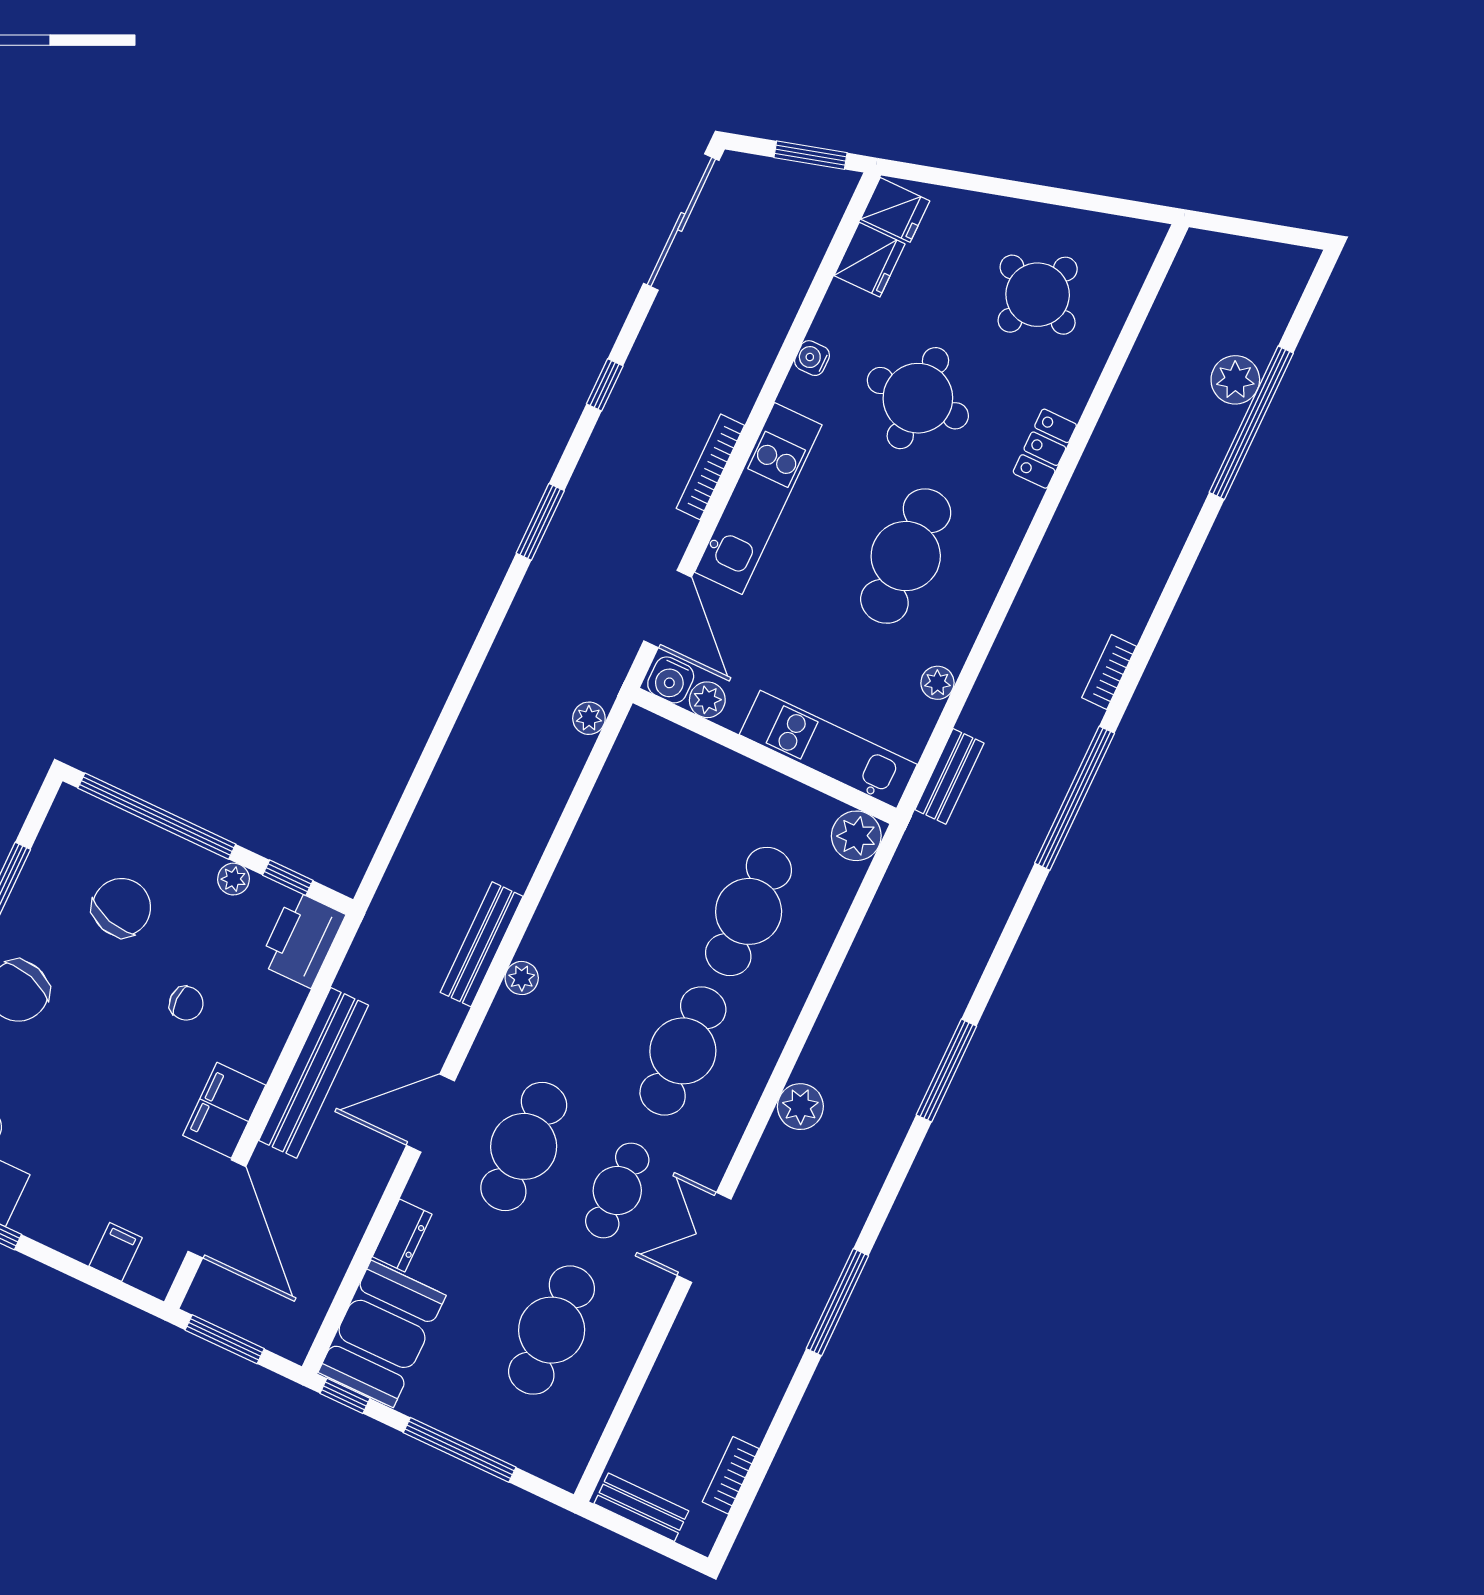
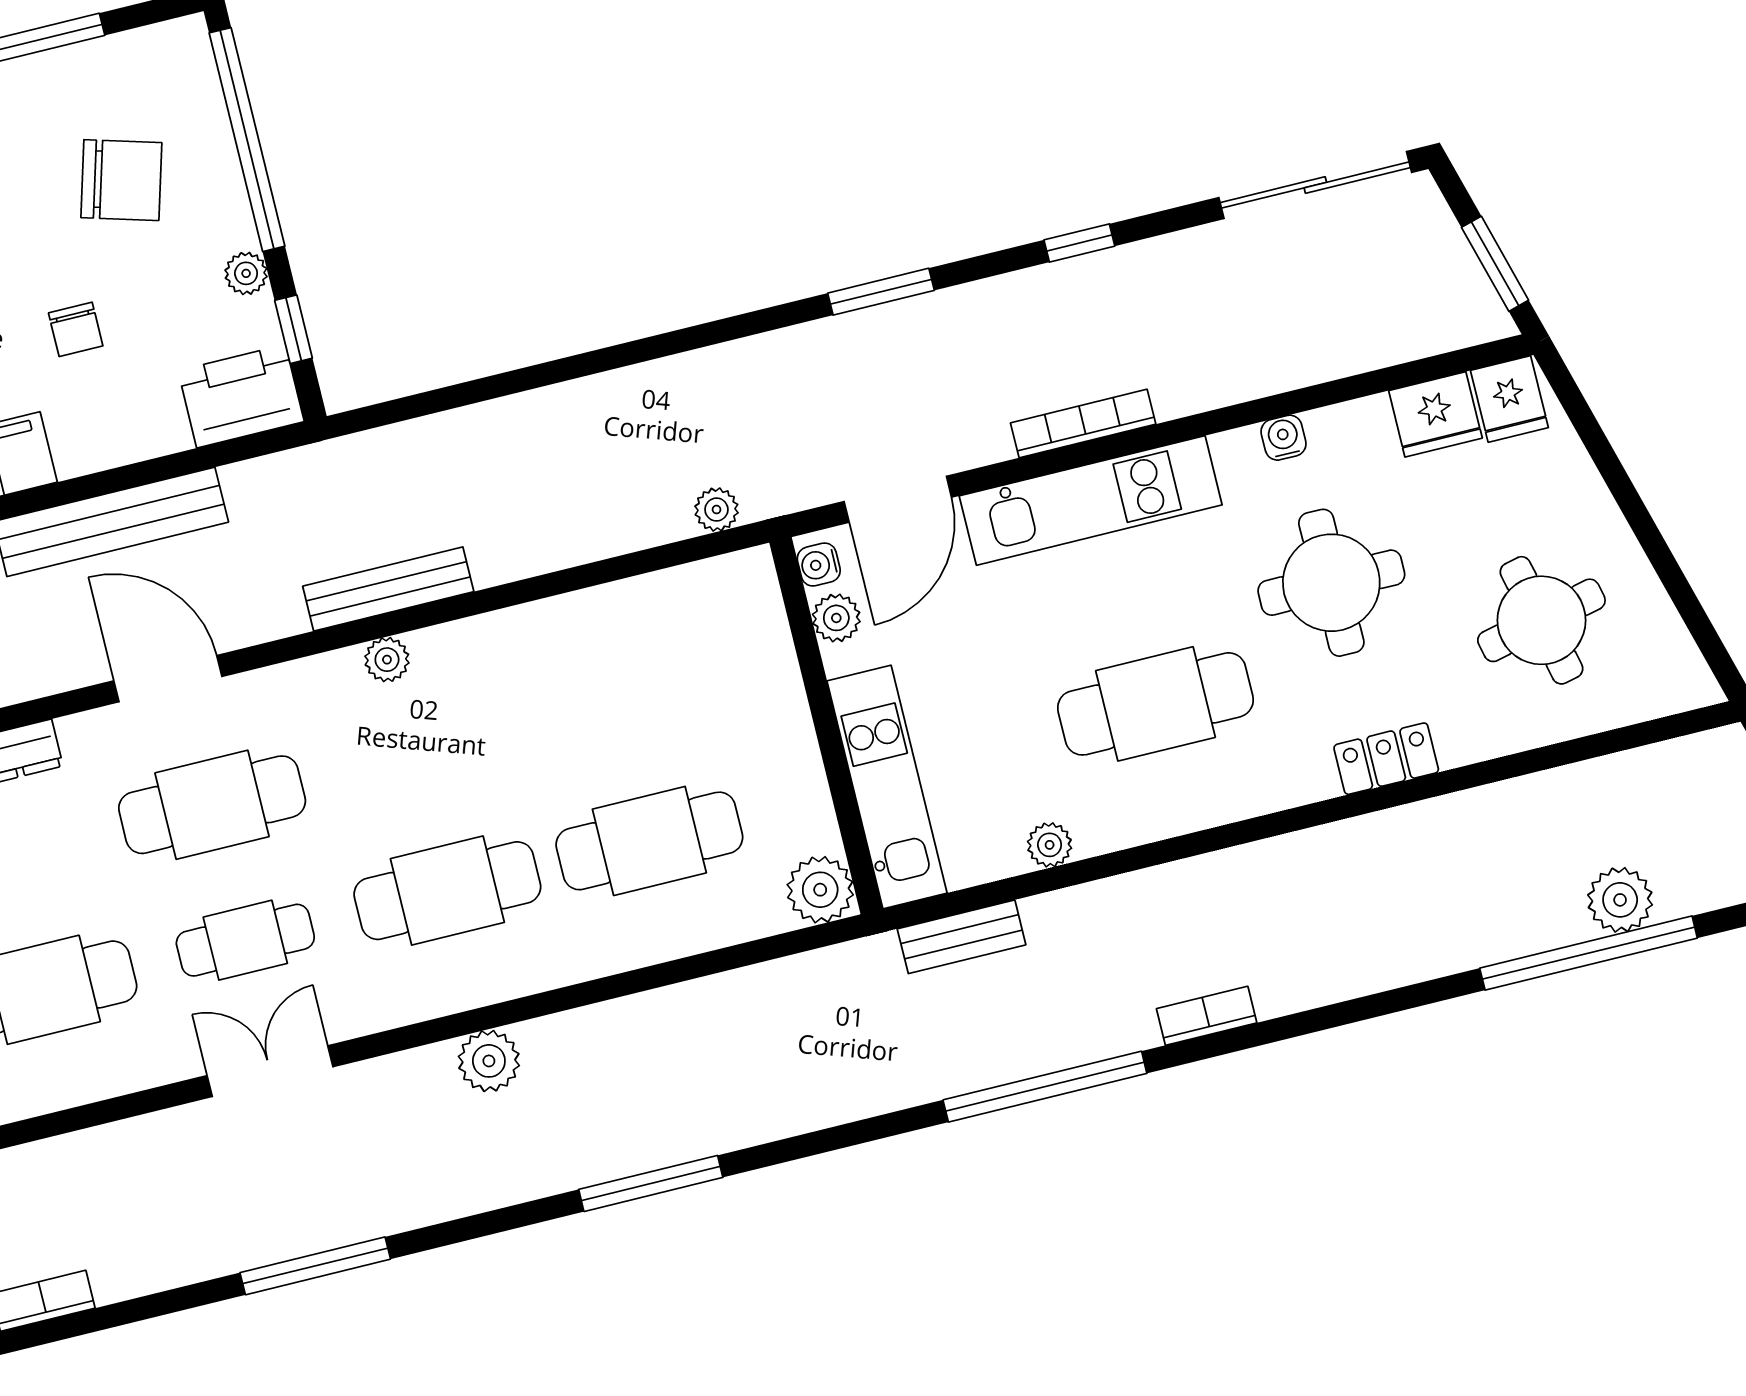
round table: (1038, 295) -> (1541, 620), turned -35
water cooler: (671, 680) -> (819, 565), width x0.72, depth x0.72

